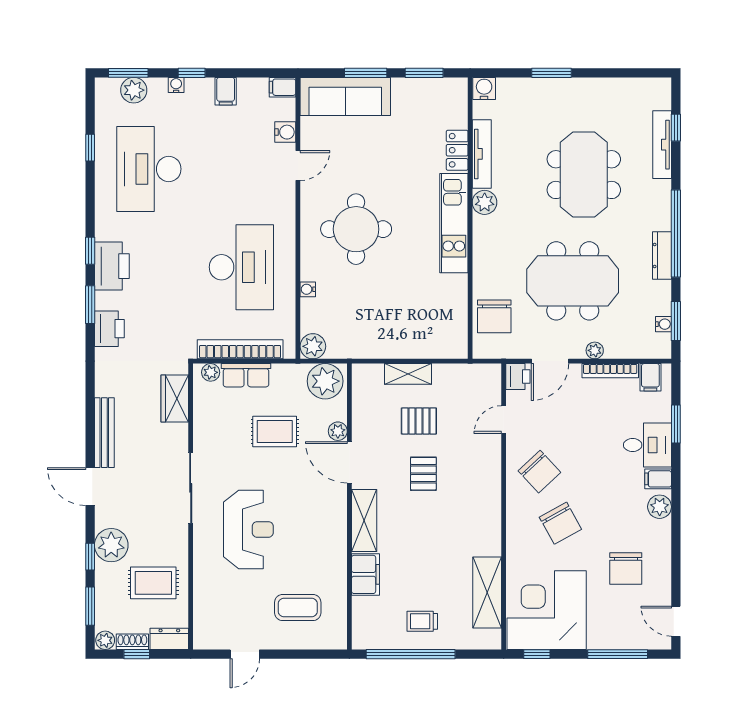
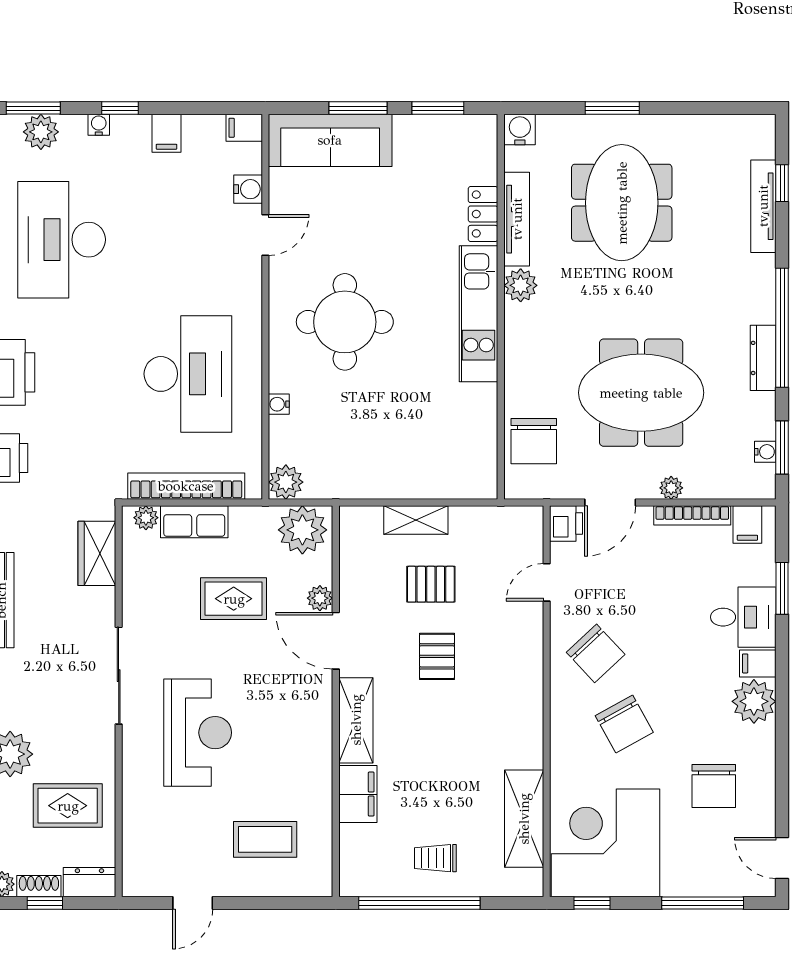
meeting table: (584, 175) -> (622, 203), moved
plant: (660, 507) -> (754, 701), width x1.36, depth x1.36

